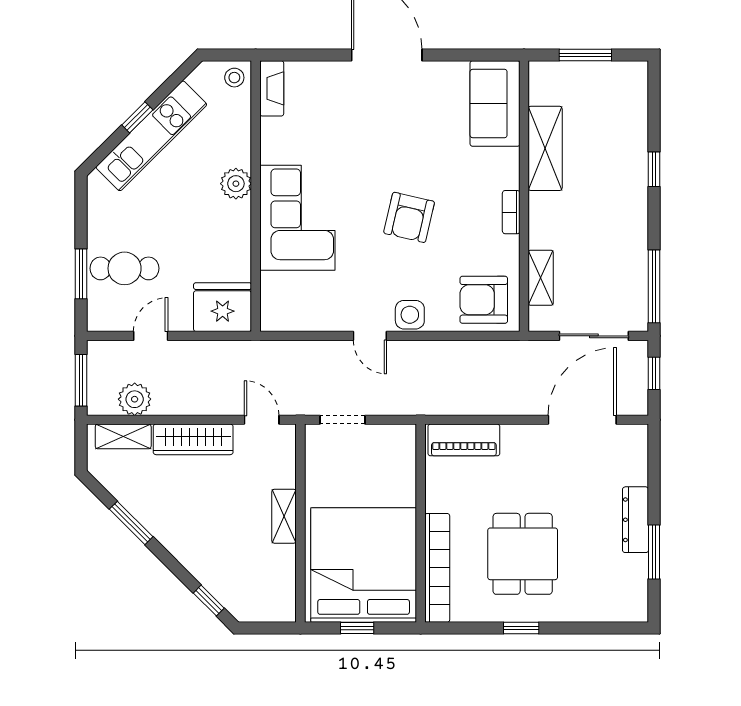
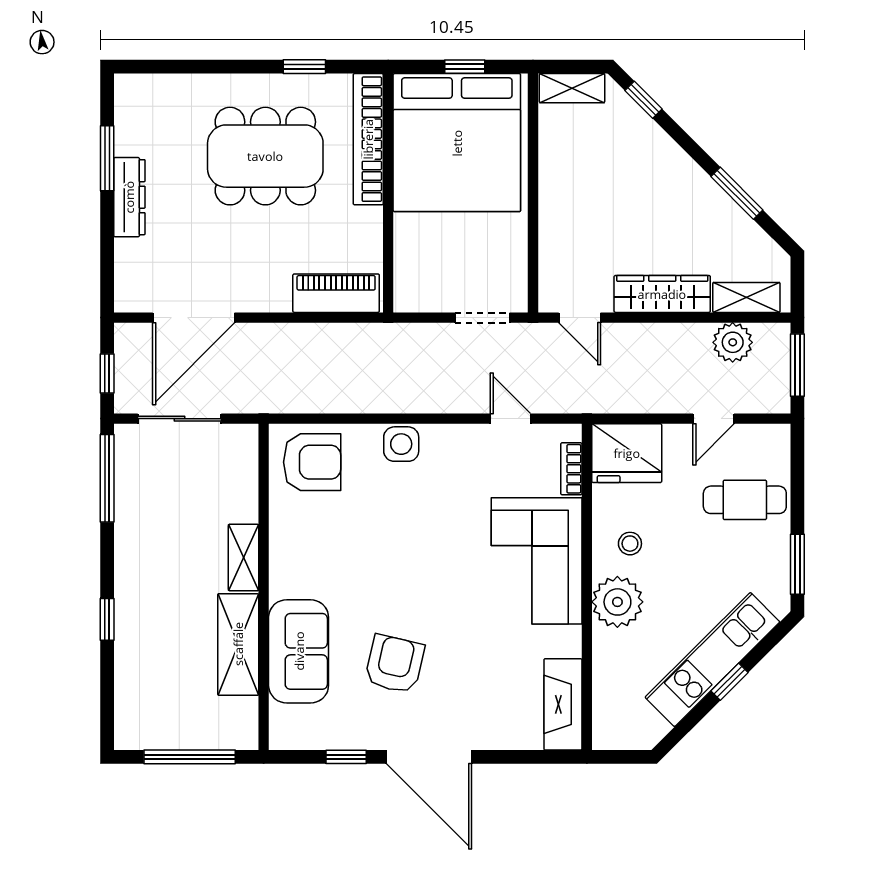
window: (456, 55) -> (346, 757), added
window: (585, 55) -> (190, 757), width x1.44
stool: (234, 78) -> (630, 544), moved
fireplace: (272, 88) -> (563, 704), width x1.37, depth x1.32
sofa: (495, 103) -> (299, 651), moved
plant: (236, 184) -> (617, 602), width x1.36, depth x1.36
bookcase: (511, 212) -> (571, 469), moved, turned 180
armchair: (409, 217) -> (395, 664), moved
window: (81, 274) -> (797, 564), moved
shelving: (541, 278) -> (244, 557), moved
door: (370, 336) -> (510, 419), moved
shelving: (284, 516) -> (572, 88), moved, turned 90
dining table: (523, 554) -> (265, 156), width x1.38
window: (521, 628) -> (304, 67), moved

